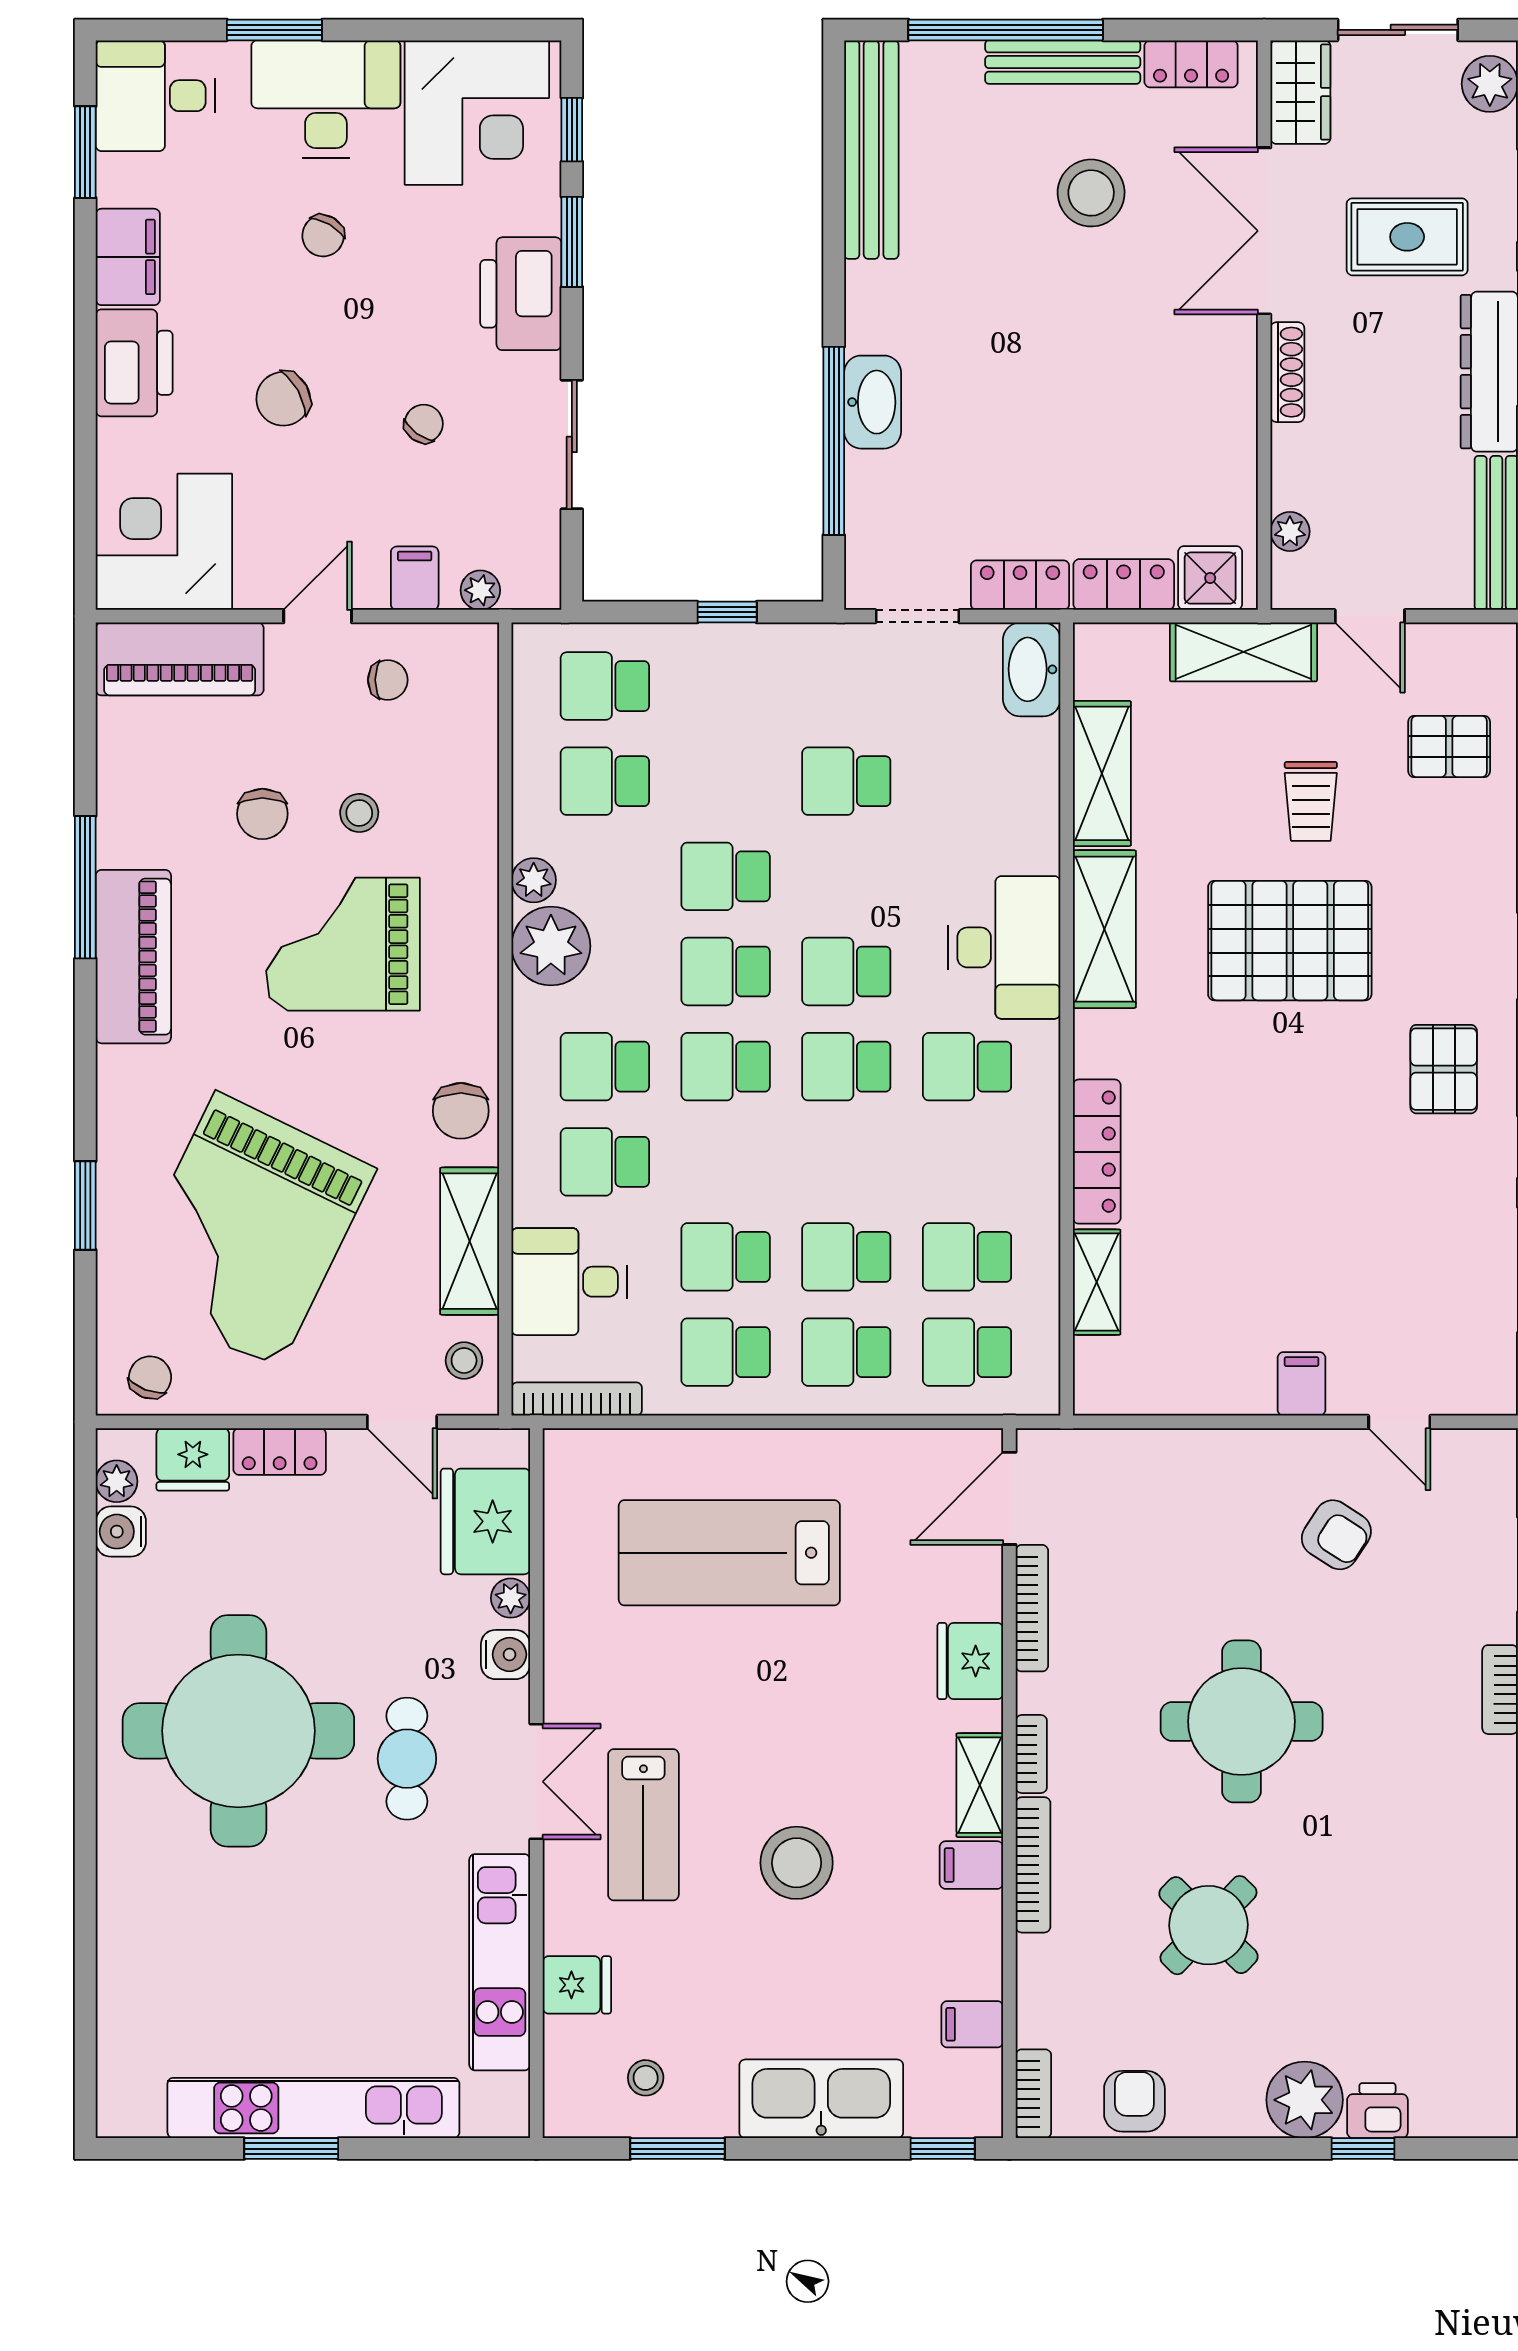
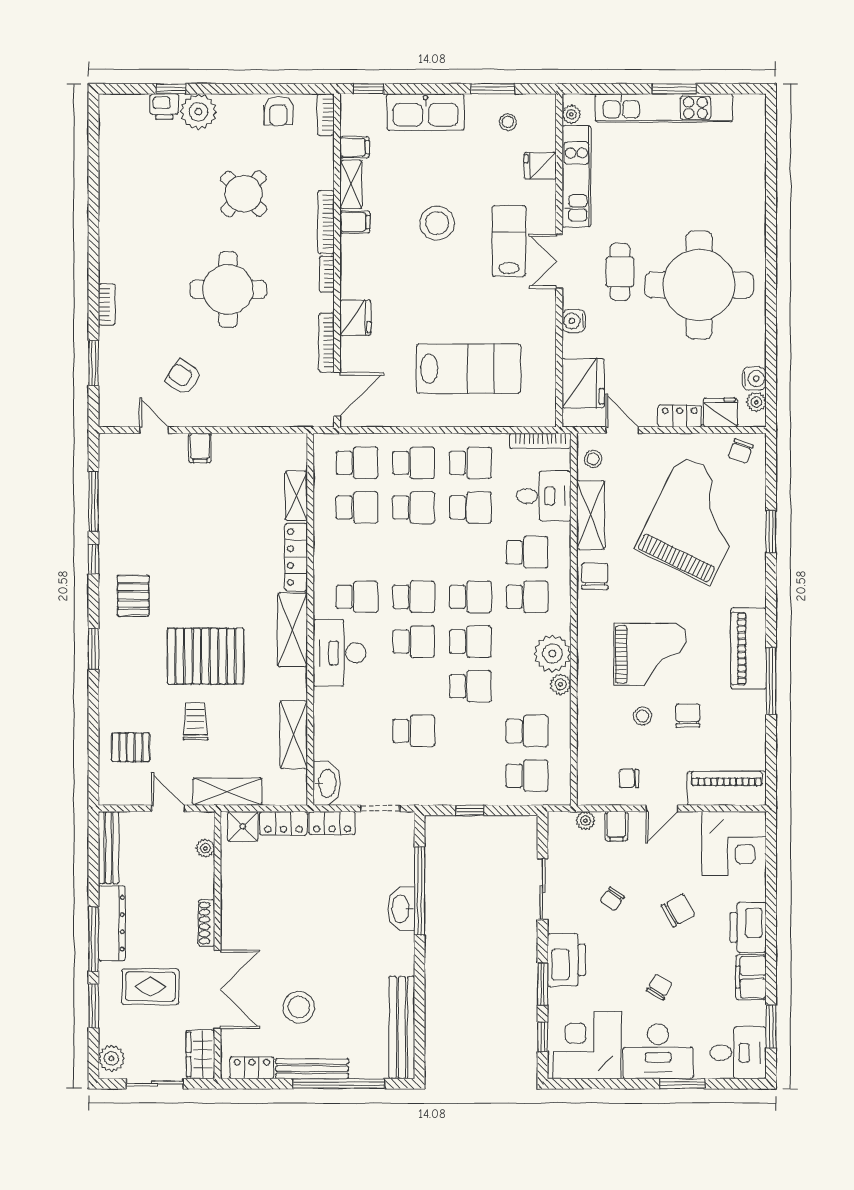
shelving: (1104, 929) -> (292, 630), moved
plant: (511, 1598) -> (571, 114), moved
shelving: (980, 1785) -> (351, 184), moved

